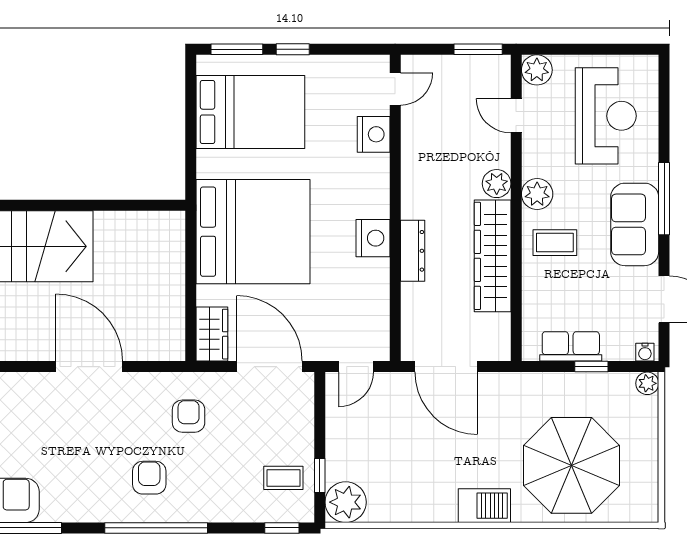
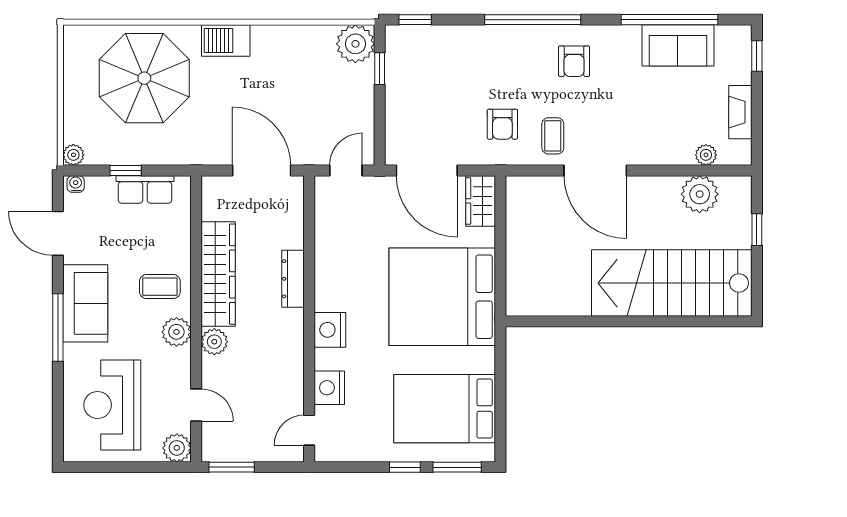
nightstand: (373, 238) -> (330, 330), moved
armchair: (149, 478) -> (574, 61), moved
coffee table: (283, 478) -> (553, 136), moved, turned 90

